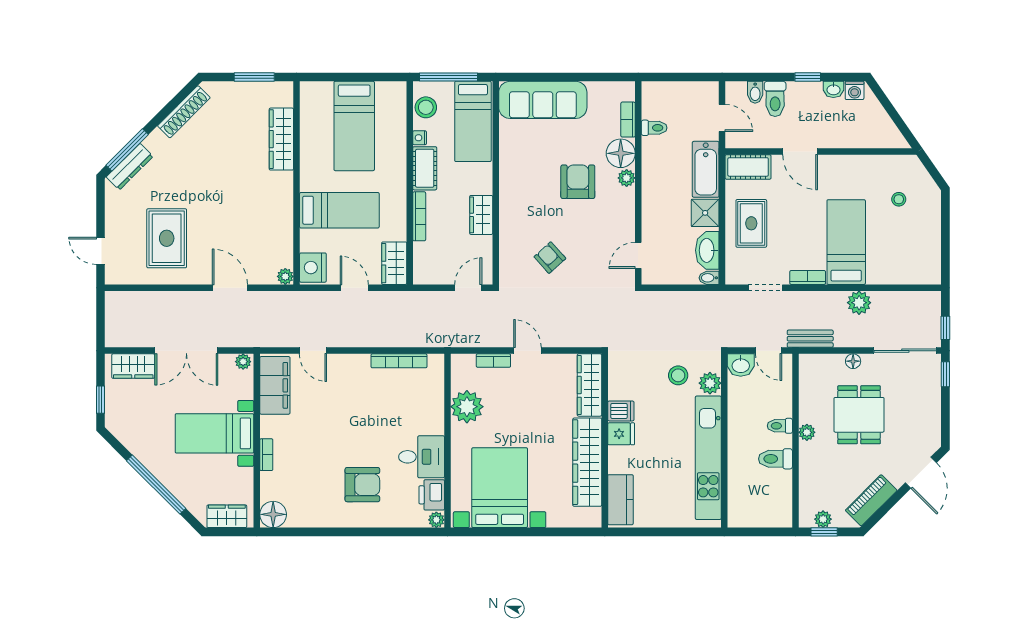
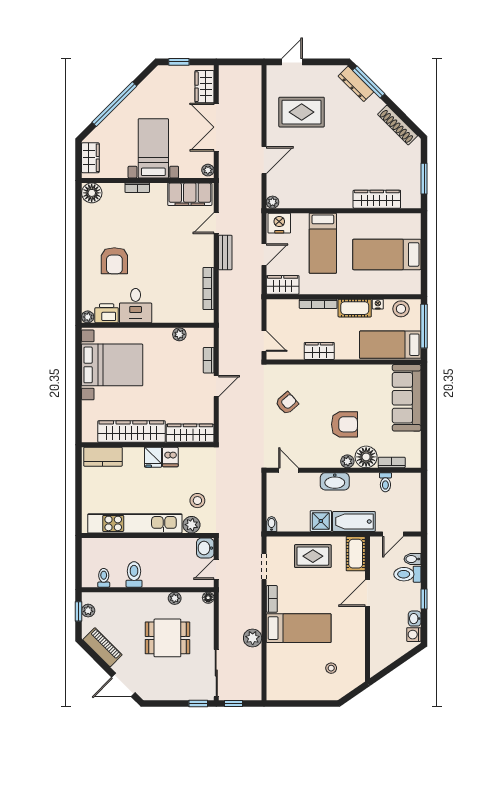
washbasin: (707, 250) -> (335, 481), moved, turned 180
bench: (810, 339) -> (225, 253), moved
floor lamp: (853, 361) -> (208, 598), moved
plant: (467, 407) -> (179, 334), width x0.53, depth x0.53
toilet: (780, 426) -> (104, 578), moved
plant: (807, 432) -> (175, 598), moved

